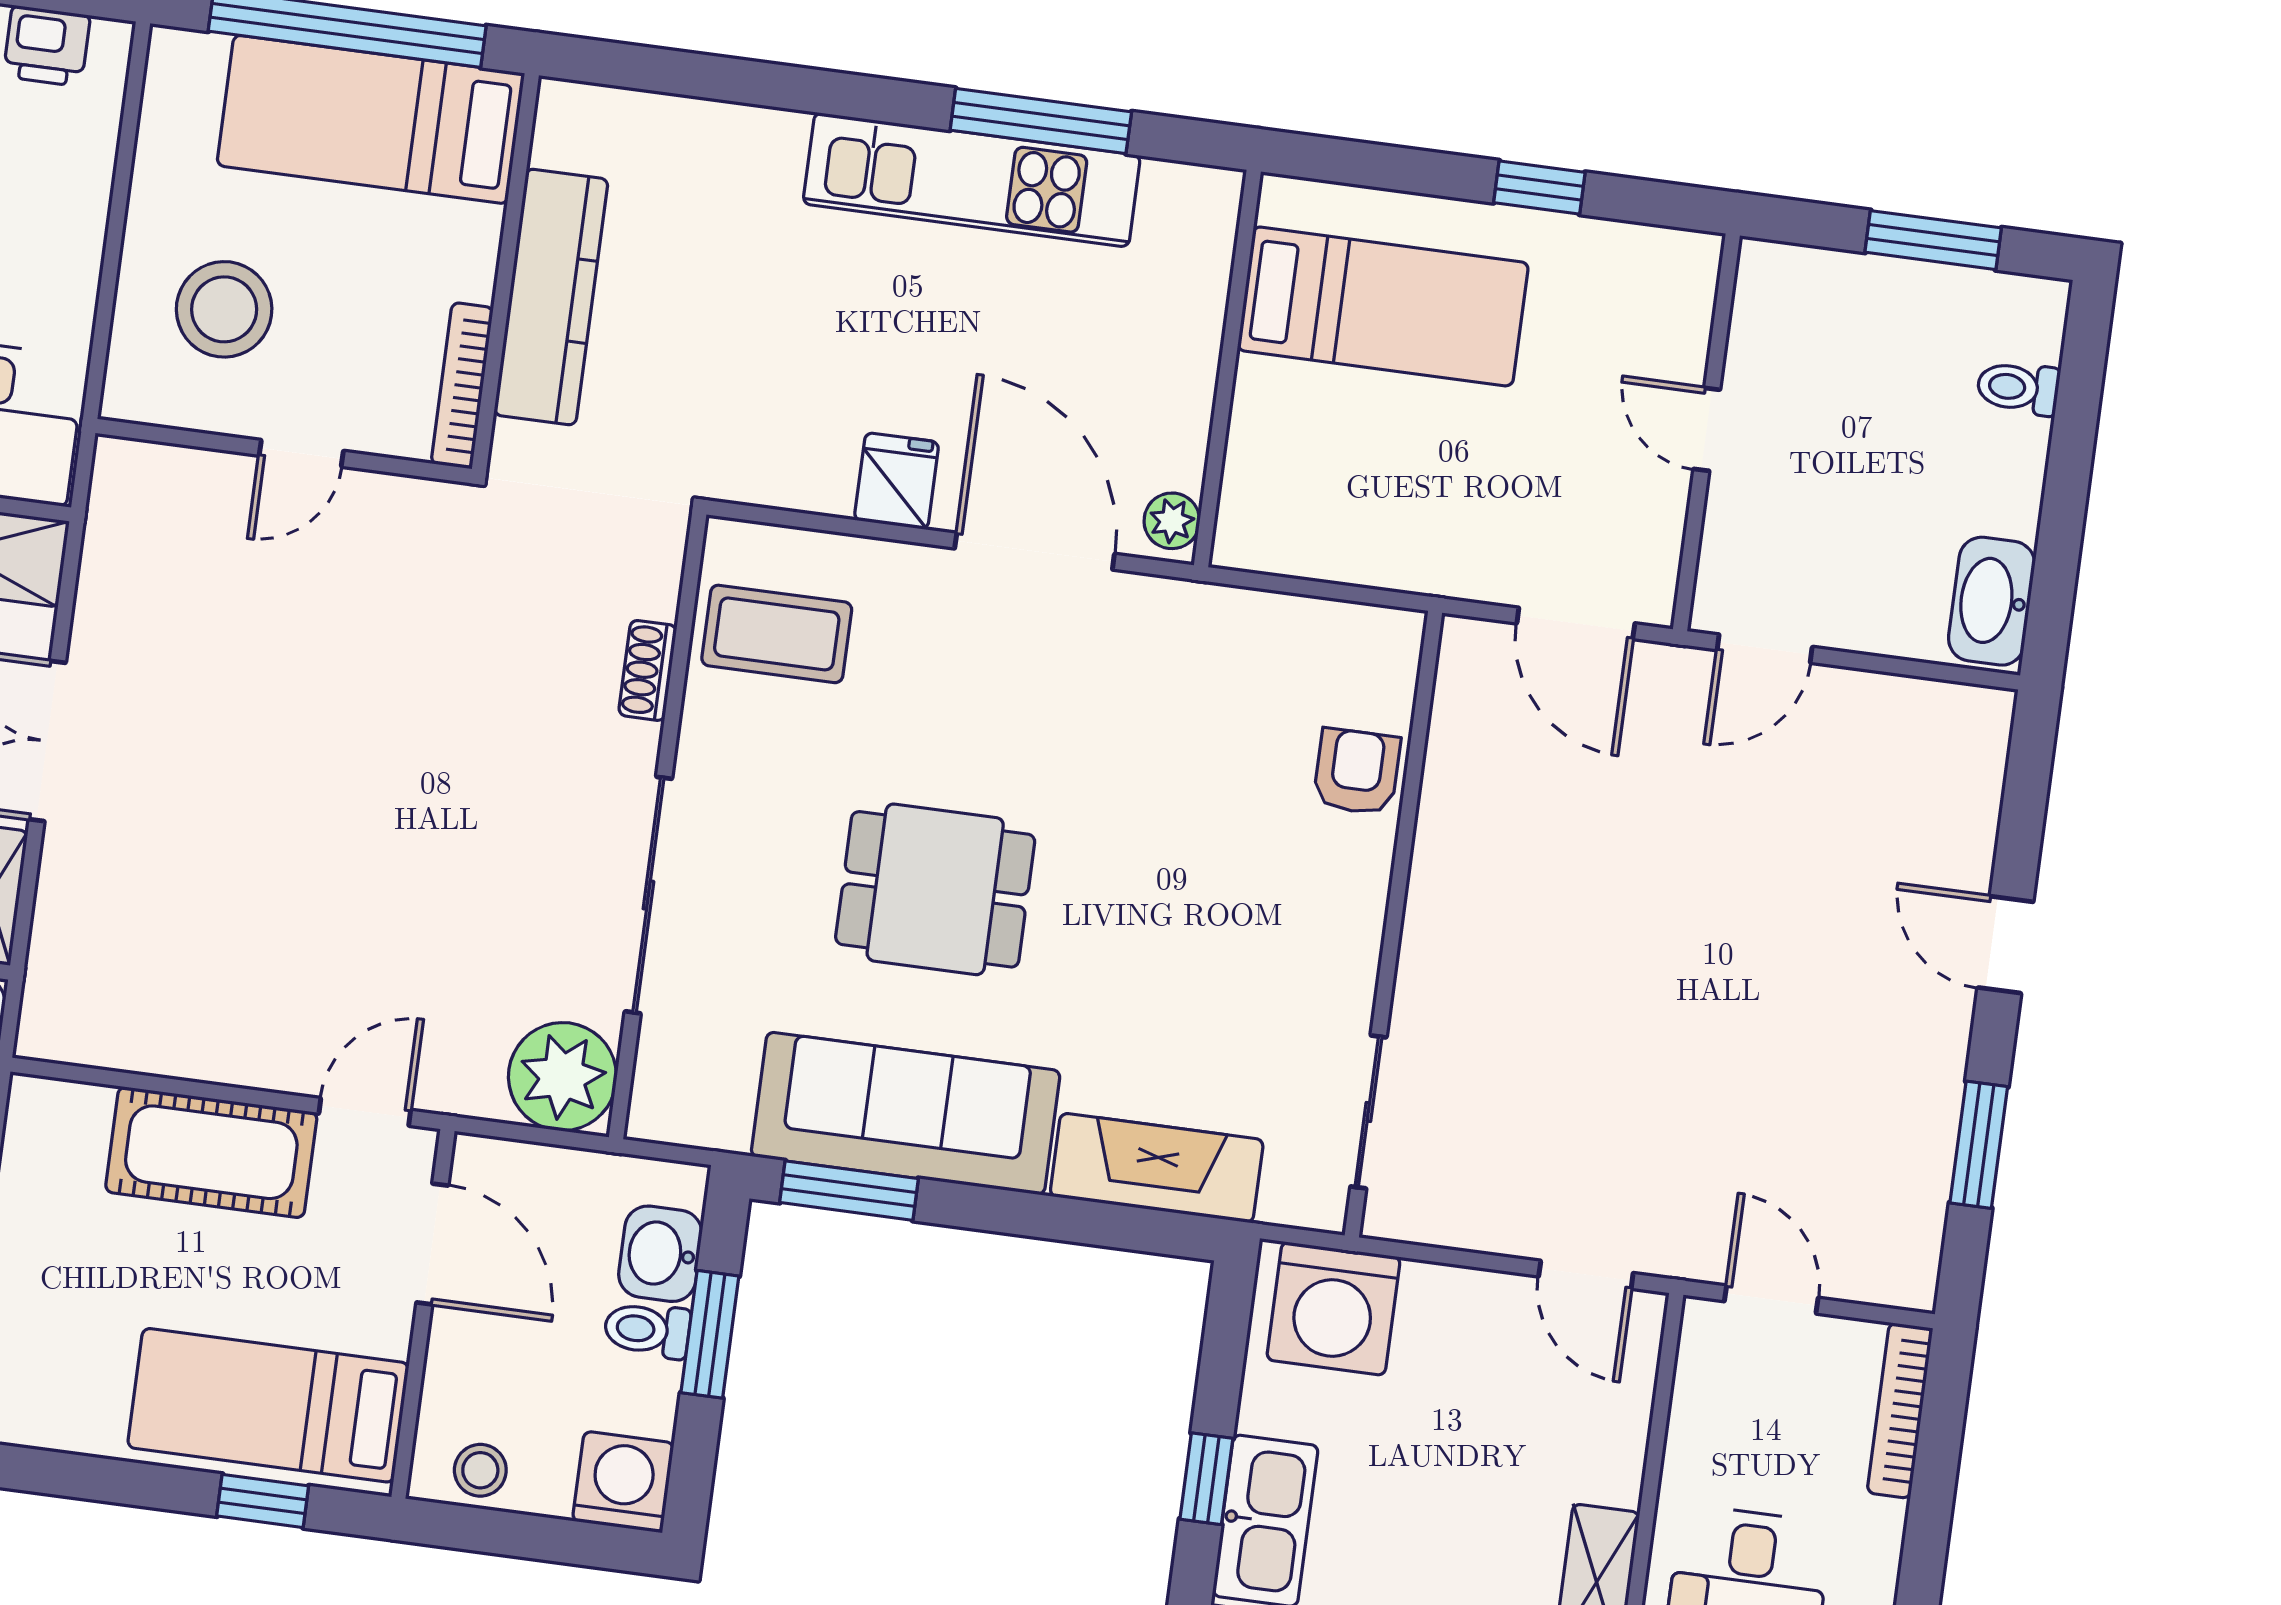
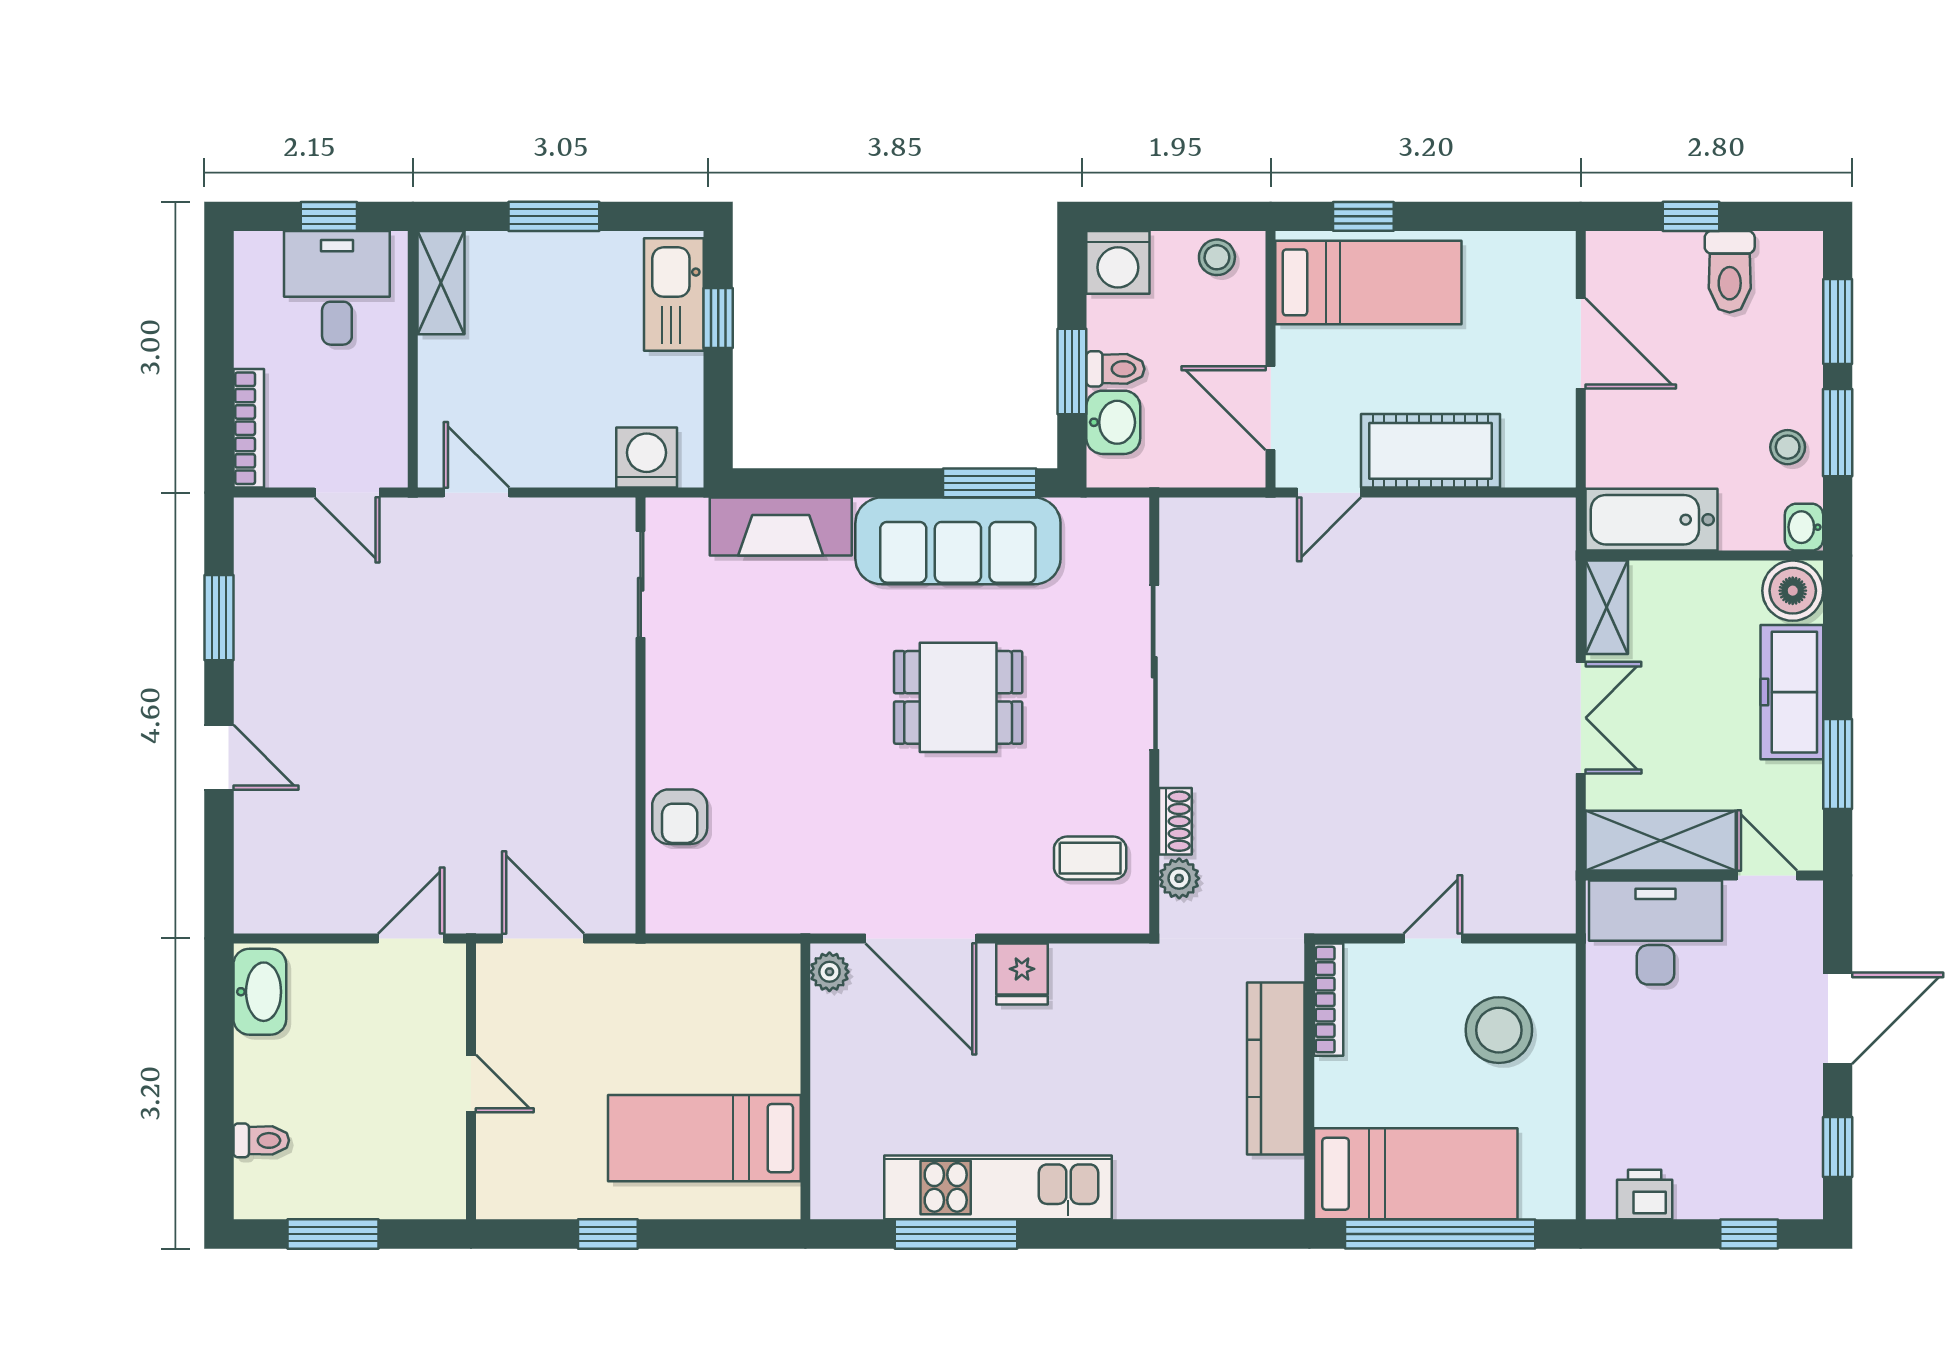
coffee table: (777, 634) -> (1090, 858), width x0.73, depth x0.77
plant: (563, 1077) -> (1179, 878), moved, width x0.53, depth x0.53
washing machine: (1333, 1309) -> (647, 458), width x0.73, depth x0.73

